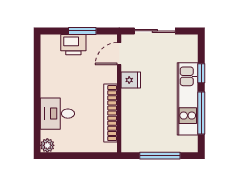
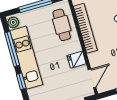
cafe table: (137, 125) -> (62, 25), added
plant: (191, 143) -> (13, 22), added

